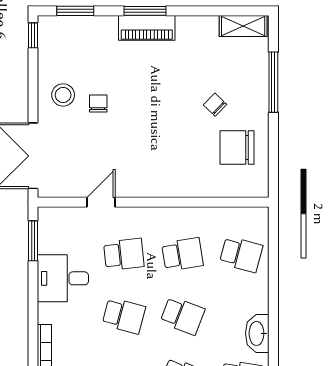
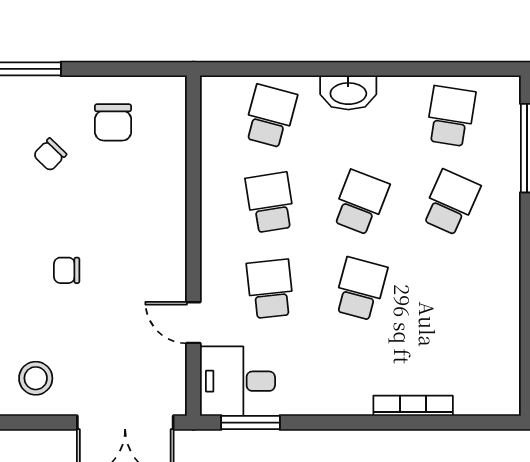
chair: (98, 103) -> (67, 270), moved
chair: (237, 148) -> (113, 122), width x0.73, depth x0.73
desk: (63, 278) -> (237, 381), moved, turned 90
washbasin: (257, 333) -> (348, 93), moved

